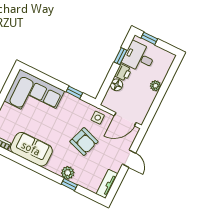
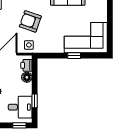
printer: (123, 72) -> (26, 65), moved
window: (74, 92) -> (74, 56), moved

